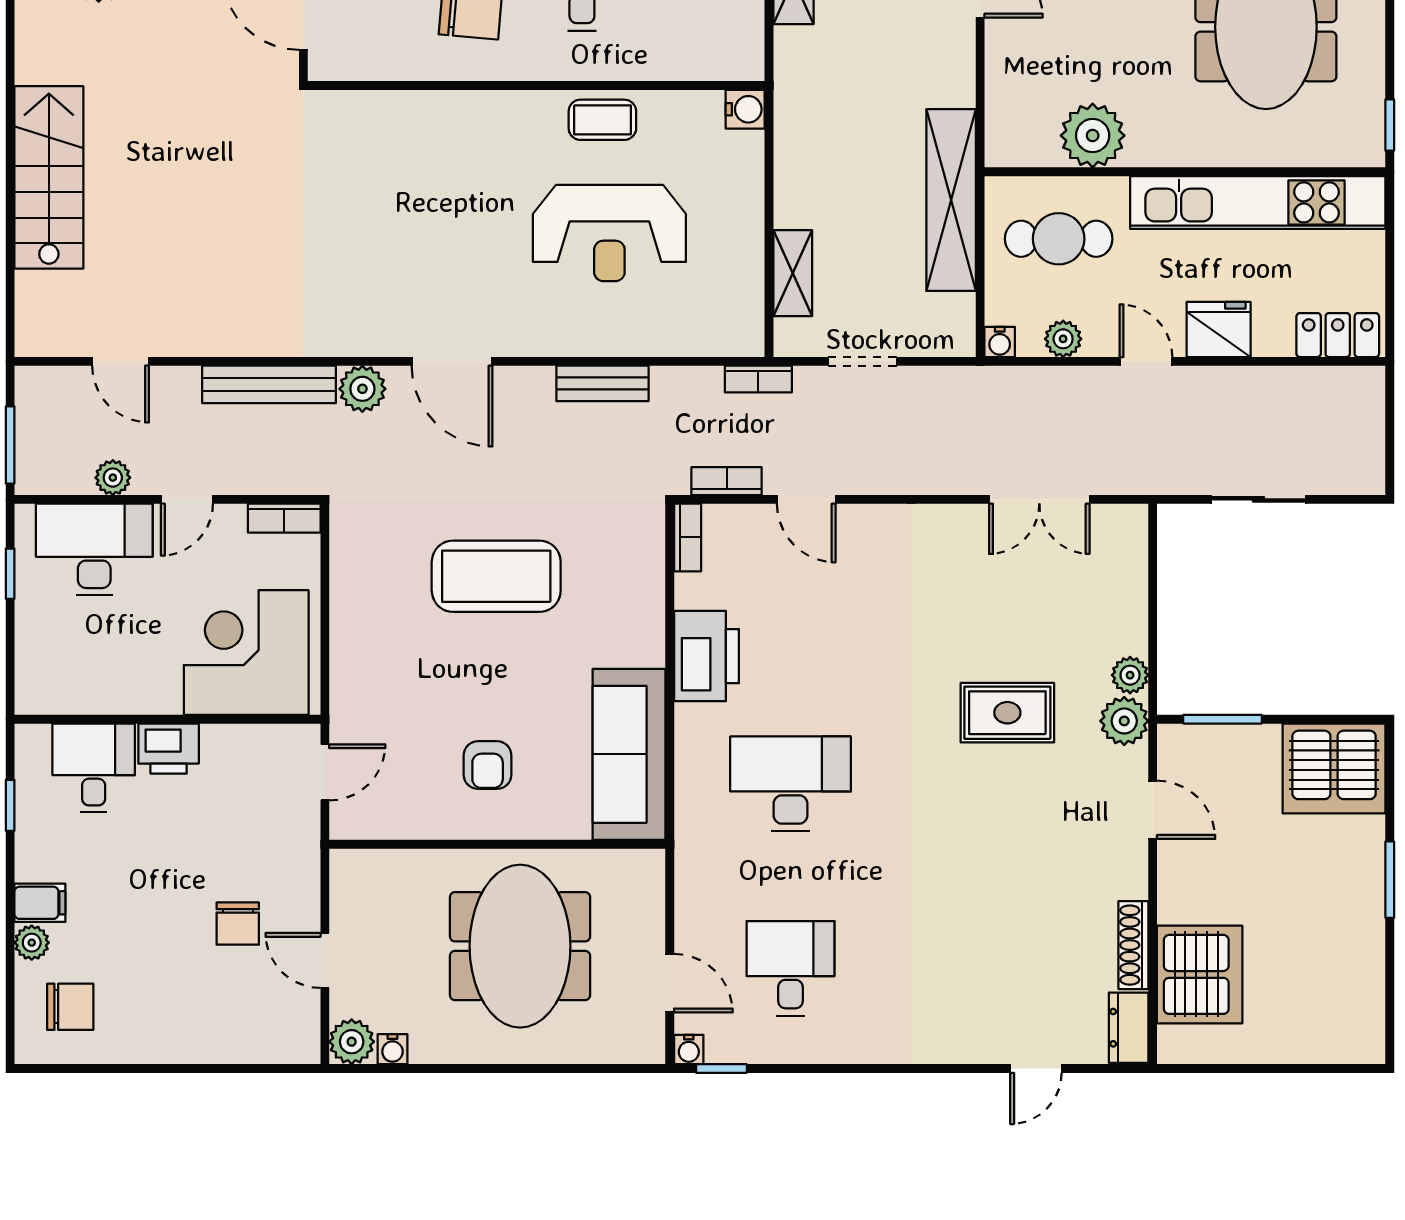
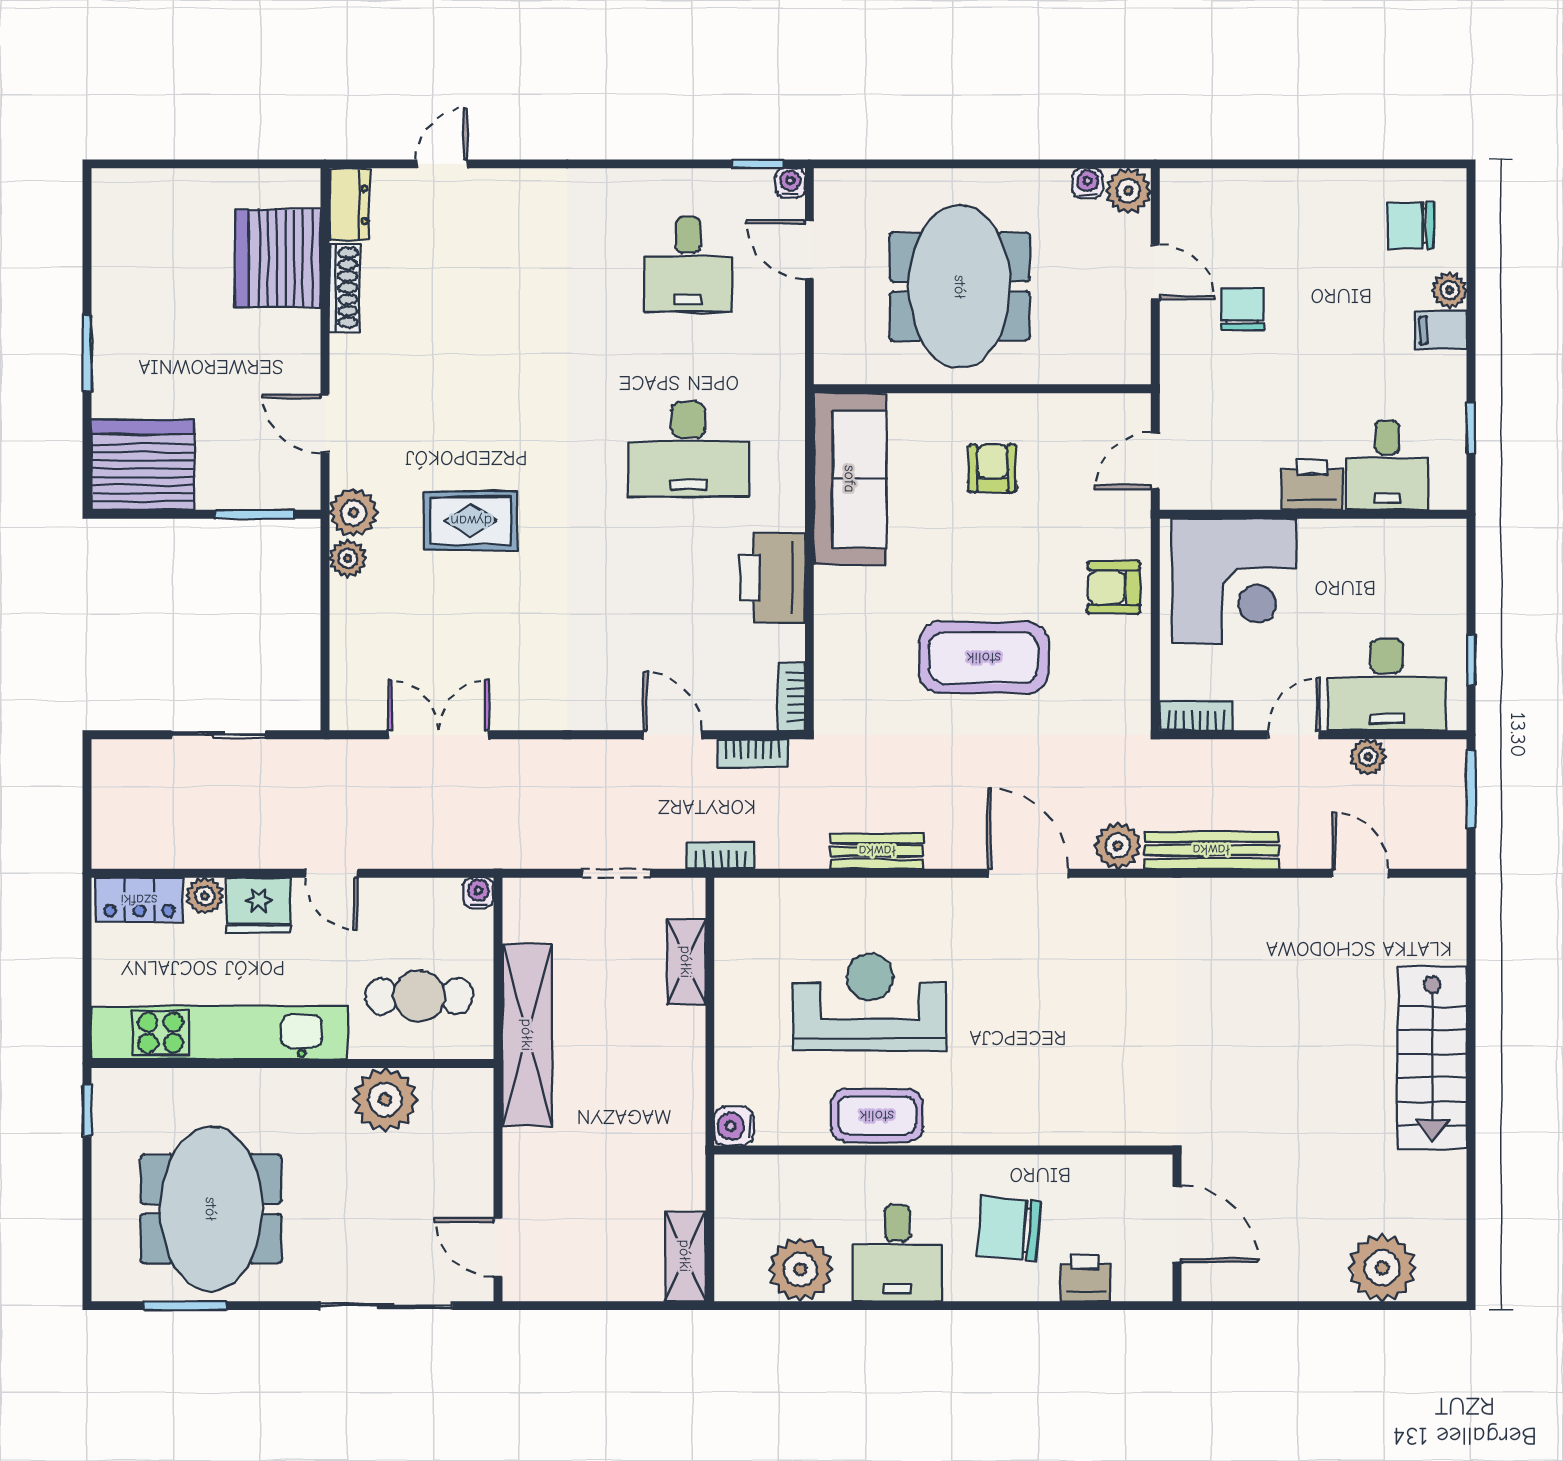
coffee table: (602, 120) -> (877, 1116), width x1.36, depth x1.30
plant: (1063, 339) -> (205, 896), moved
armchair: (366, 646) -> (1114, 587), added

